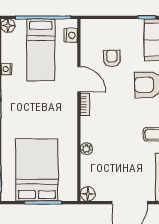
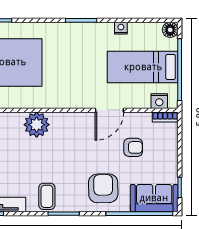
bookcase: (85, 104) -> (165, 117), moved
plant: (86, 149) -> (37, 125), width x1.88, depth x1.88

